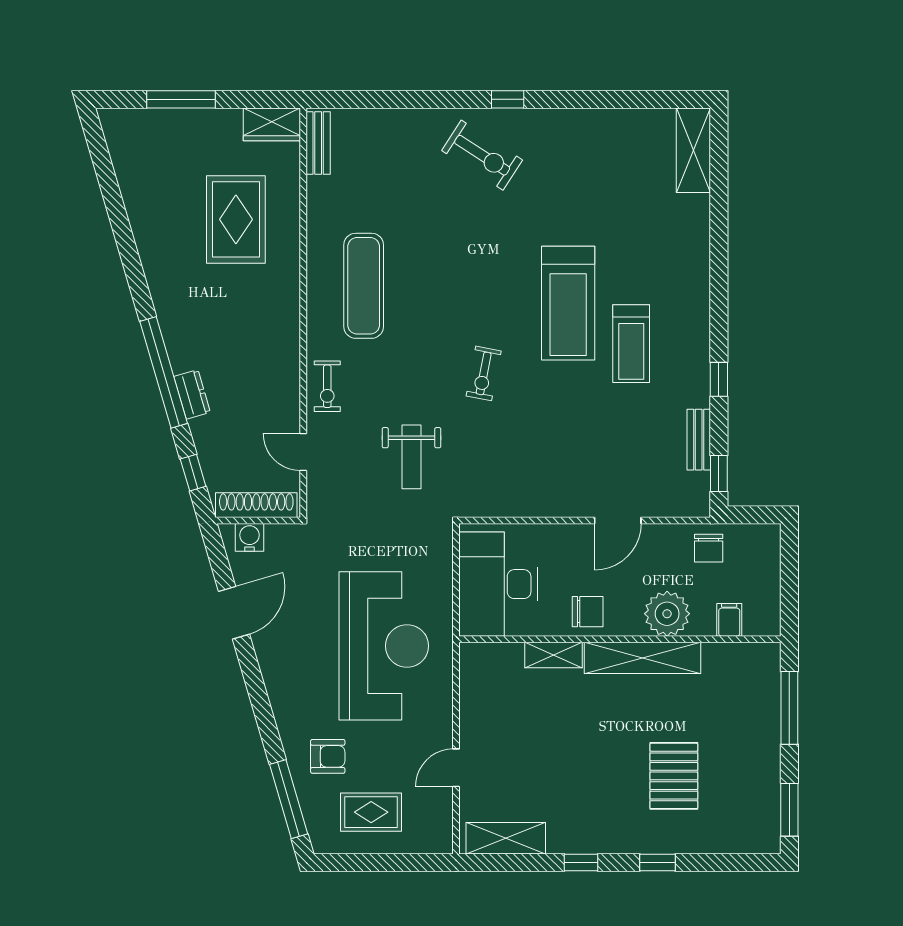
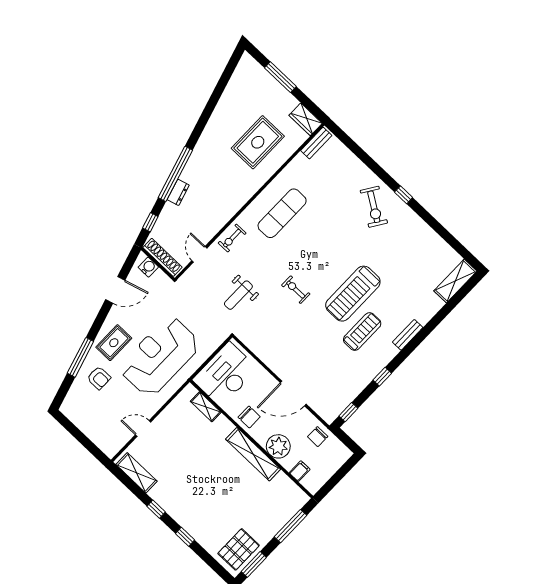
treadmill: (631, 344) -> (362, 332), turned 180
exercise bike: (484, 373) -> (296, 290), turned 79
bench: (699, 440) -> (408, 335), moved
door: (618, 520) -> (293, 393), width x1.36
reception desk: (384, 646) -> (160, 356), turned 180
shelving: (554, 655) -> (206, 407), moved
pallet: (674, 776) -> (239, 549), moved
window: (289, 799) -> (80, 357), moved
rug: (371, 812) -> (114, 343), moved, turned 90

